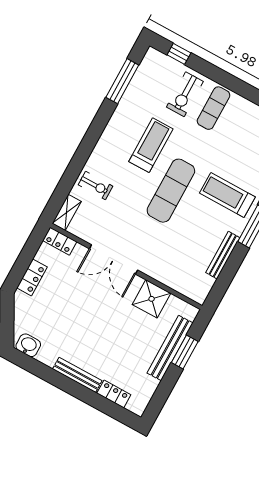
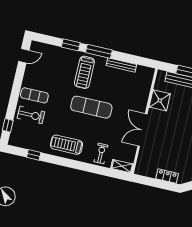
window: (122, 81) -> (34, 155), width x0.46
treadmill: (151, 145) -> (66, 145), moved
locker: (60, 241) -> (141, 165), removed
double door: (113, 259) -> (142, 130), swing flipped

